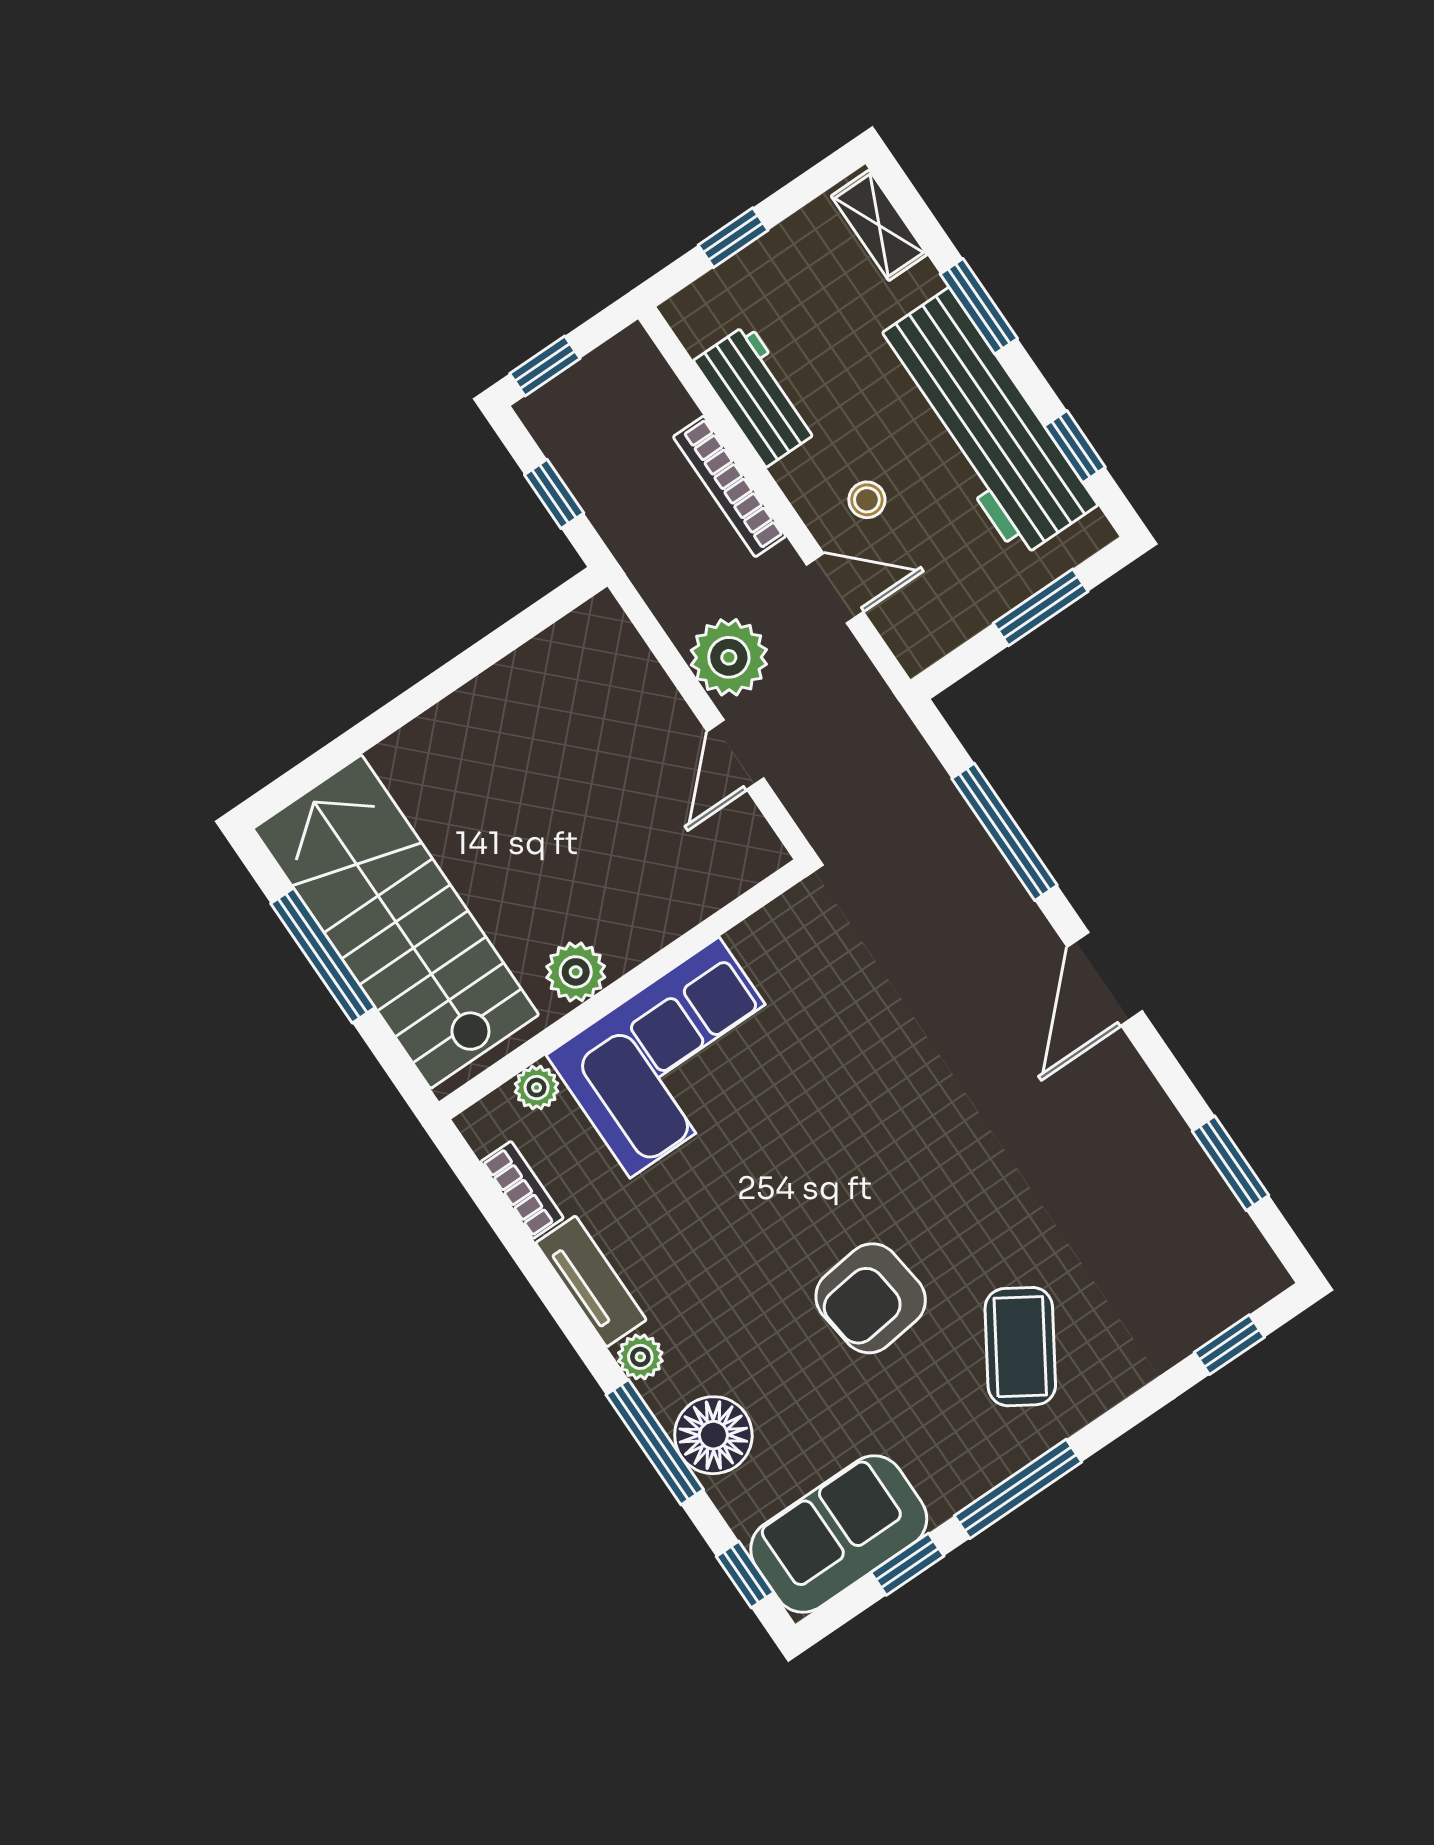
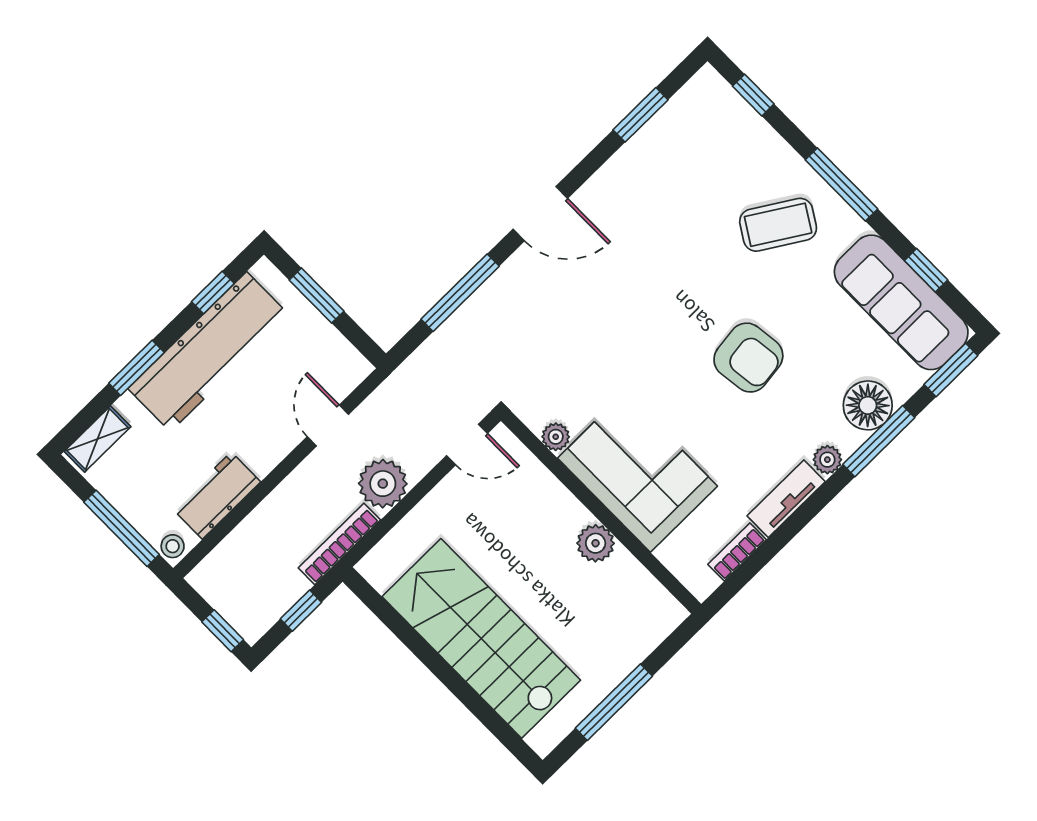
window: (733, 238) -> (122, 528), width x2.17
bookcase: (730, 486) -> (339, 544), moved, turned 180
stool: (867, 500) -> (173, 546), moved
door: (735, 755) -> (467, 444), moved
stairs: (396, 922) -> (481, 638), moved, turned 90
plant: (537, 1088) -> (556, 437), moved
armchair: (871, 1298) -> (748, 358), moved
window: (1018, 1489) -> (841, 184), moved
sofa: (839, 1534) -> (901, 302), width x1.36
window: (745, 1575) -> (951, 370), width x1.50

